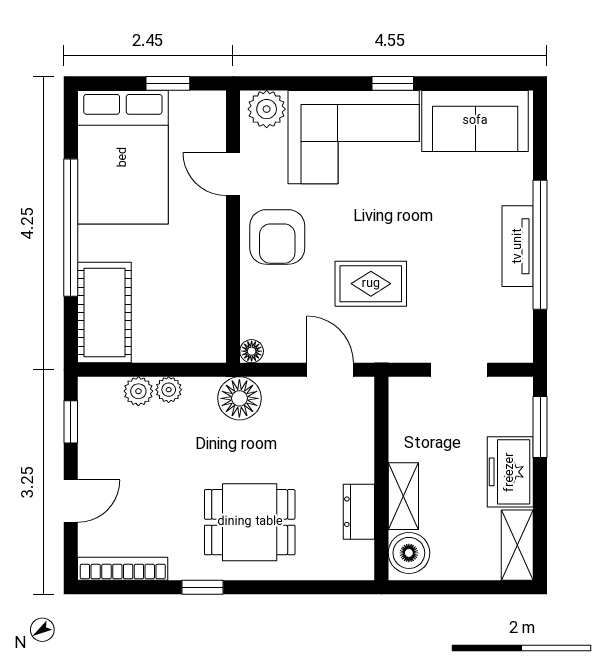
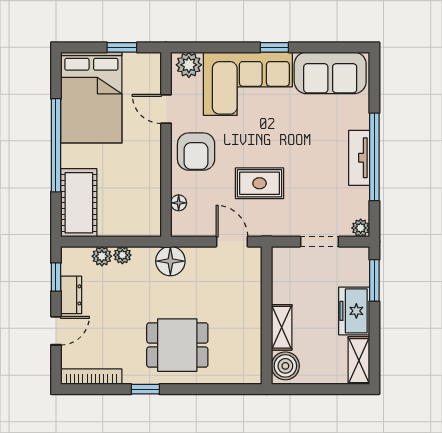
plant: (520, 350) -> (361, 228), added
floor lamp: (252, 351) -> (179, 203), moved
dresser: (359, 512) -> (71, 295), moved, turned 180

